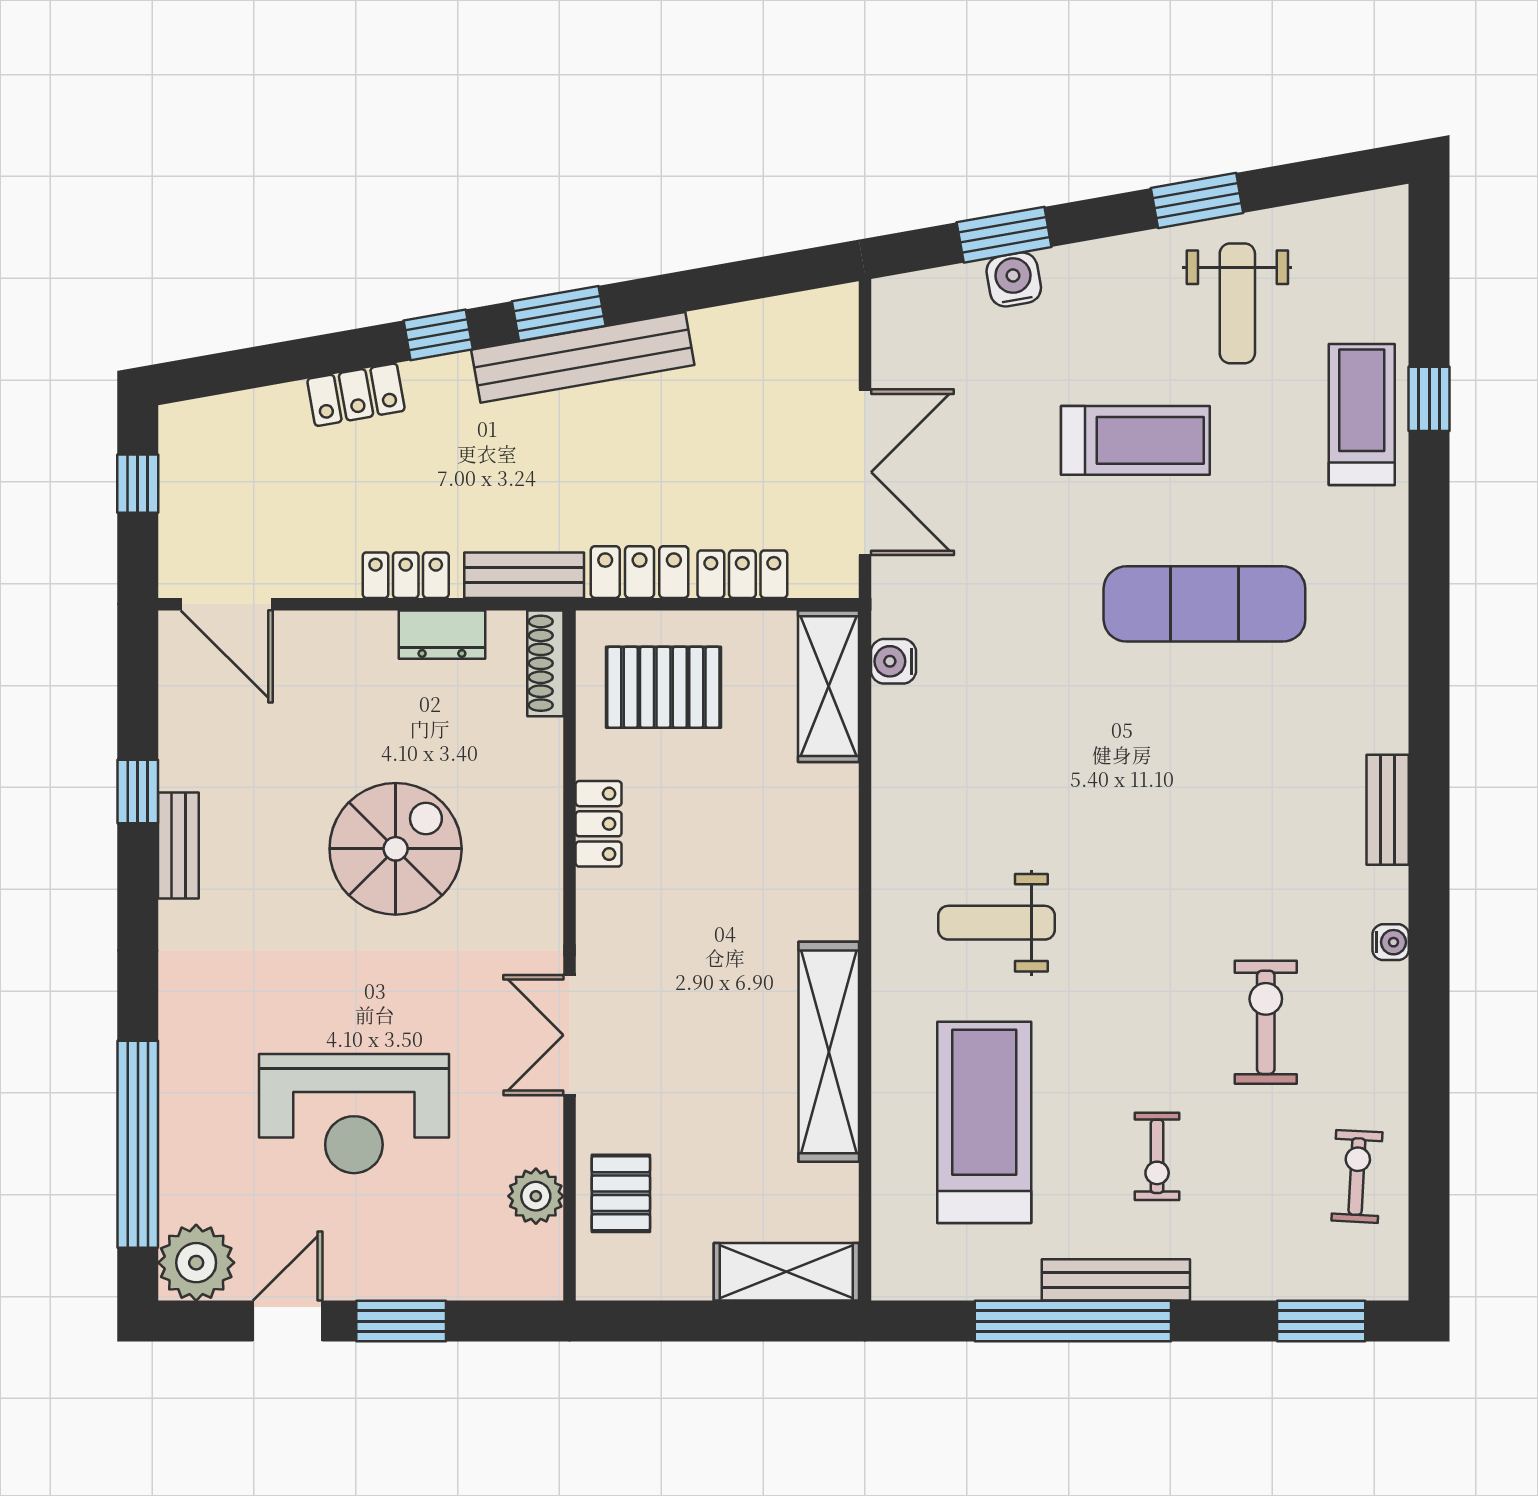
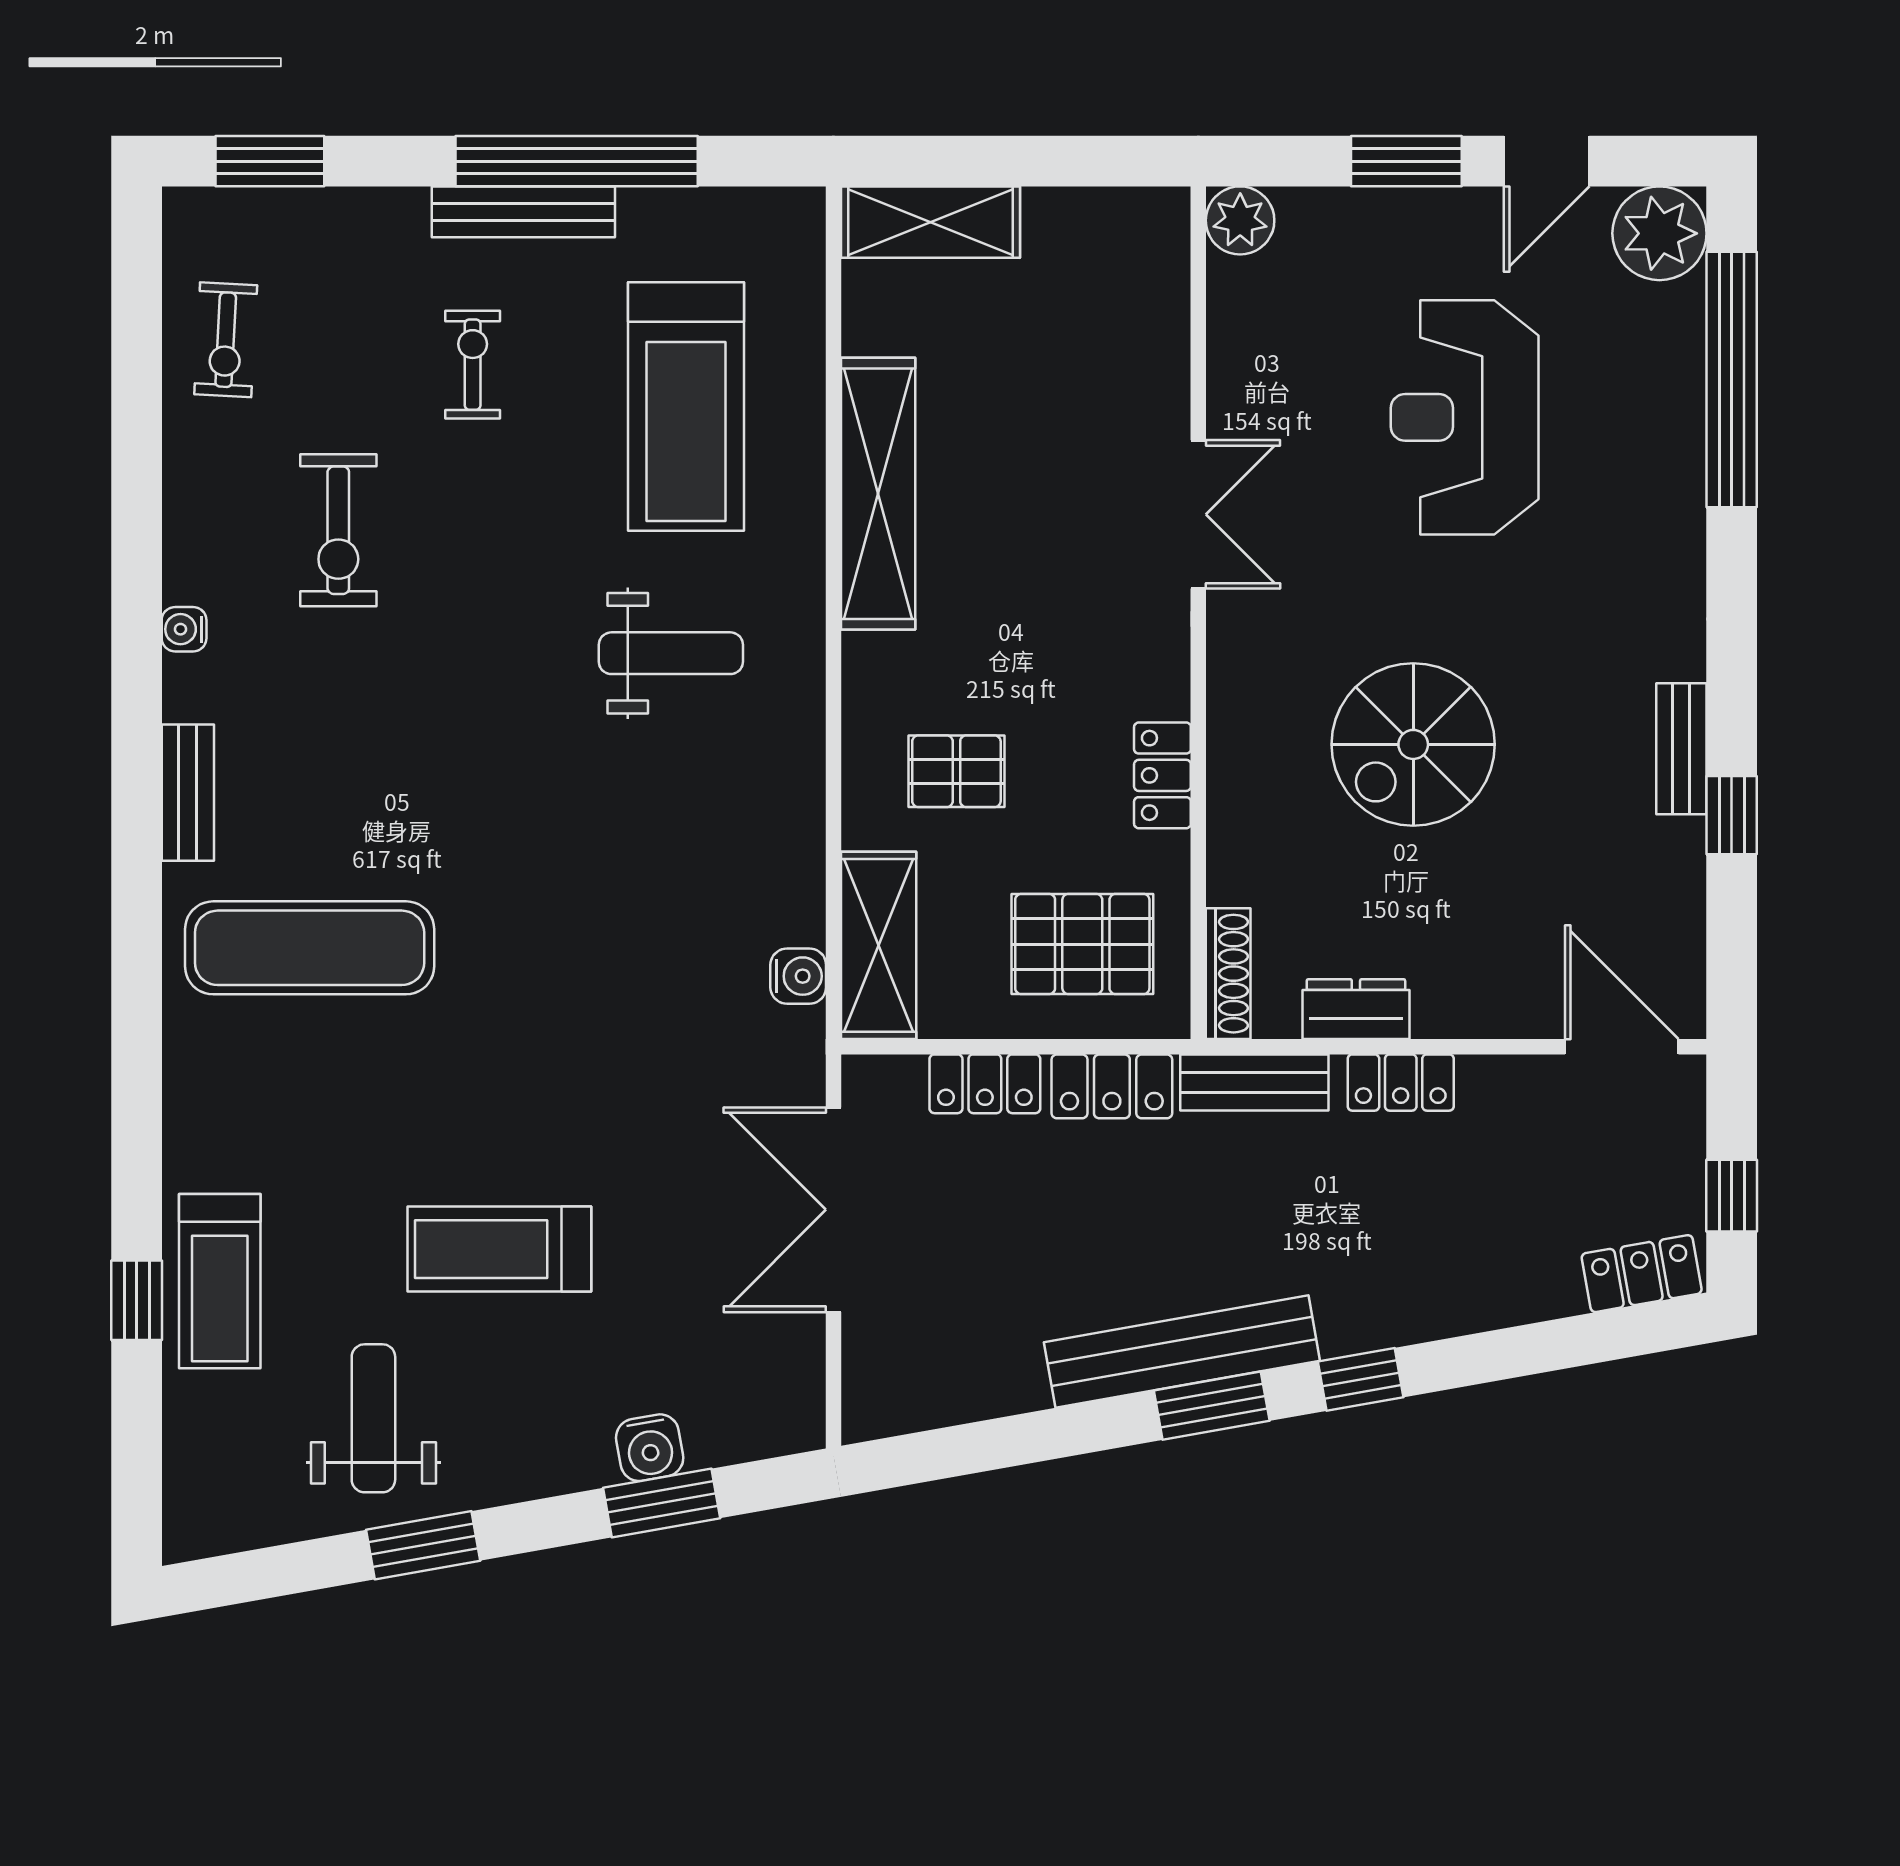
locker: (356, 395) -> (1642, 1274), moved
exercise mat: (1204, 604) -> (310, 948), moved
reception desk: (354, 1114) -> (1465, 417), turned -90
pallet: (621, 1193) -> (956, 771), moved, turned 90
plant: (536, 1196) -> (1240, 220), moved

